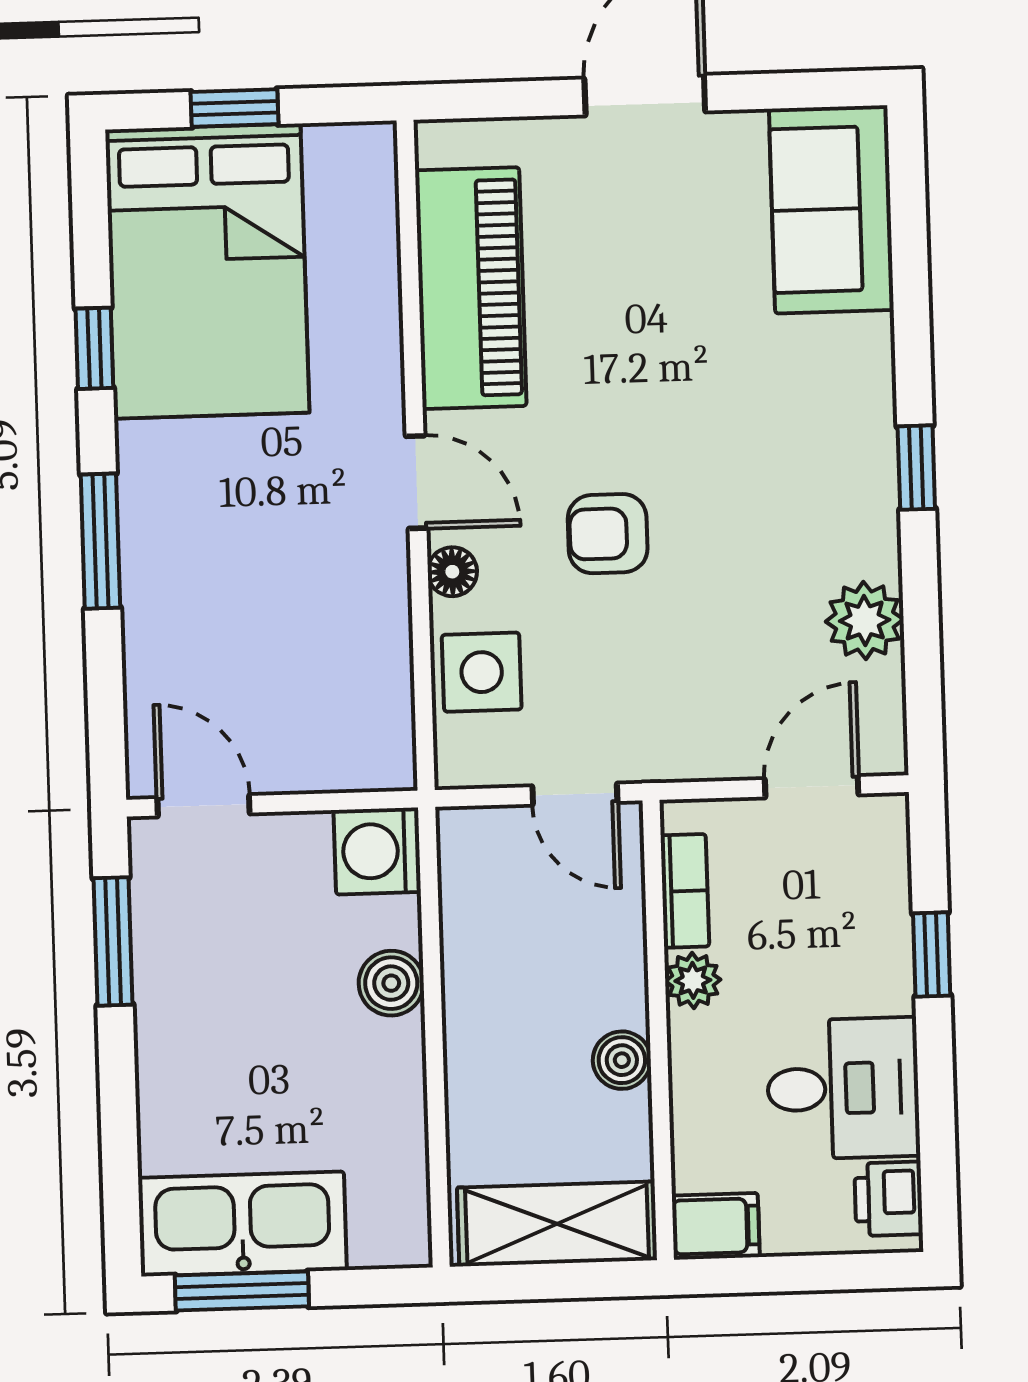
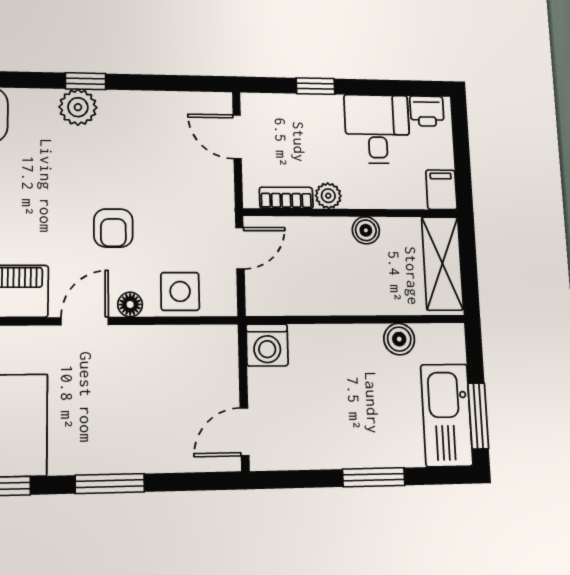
plant: (865, 620) -> (78, 107), moved
window: (113, 941) -> (374, 477), moved
boiler: (391, 983) -> (399, 339), moved

